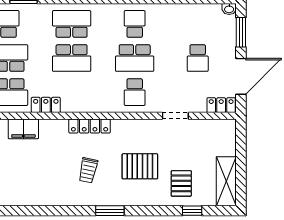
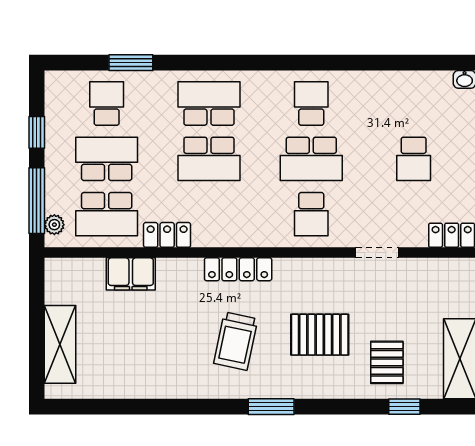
trolley: (88, 170) -> (236, 341), width x1.36, depth x1.39

